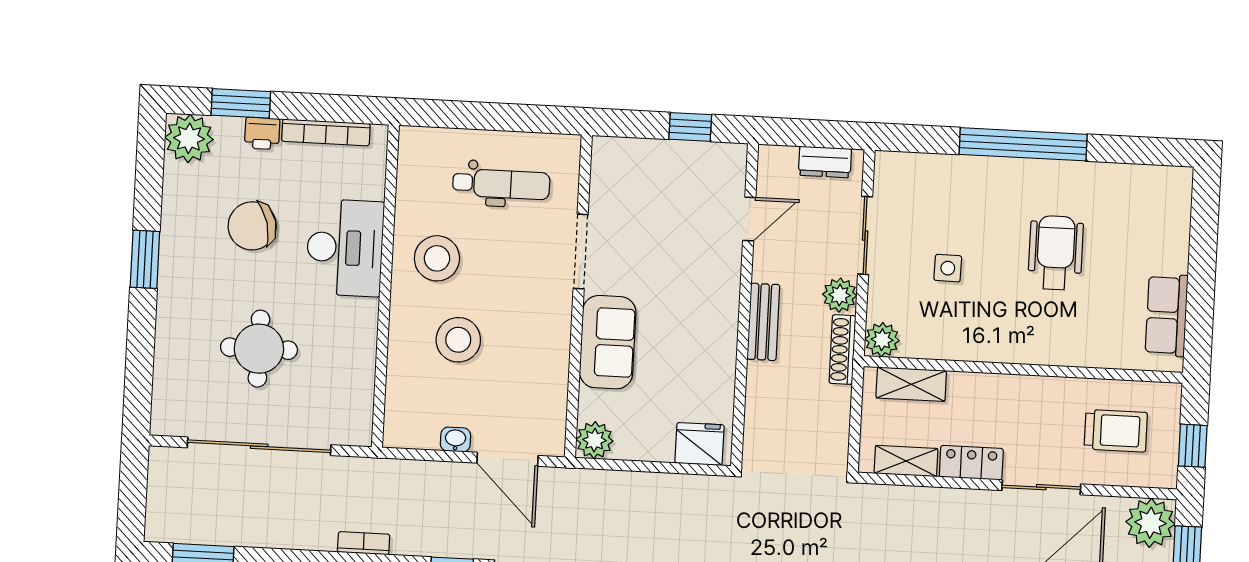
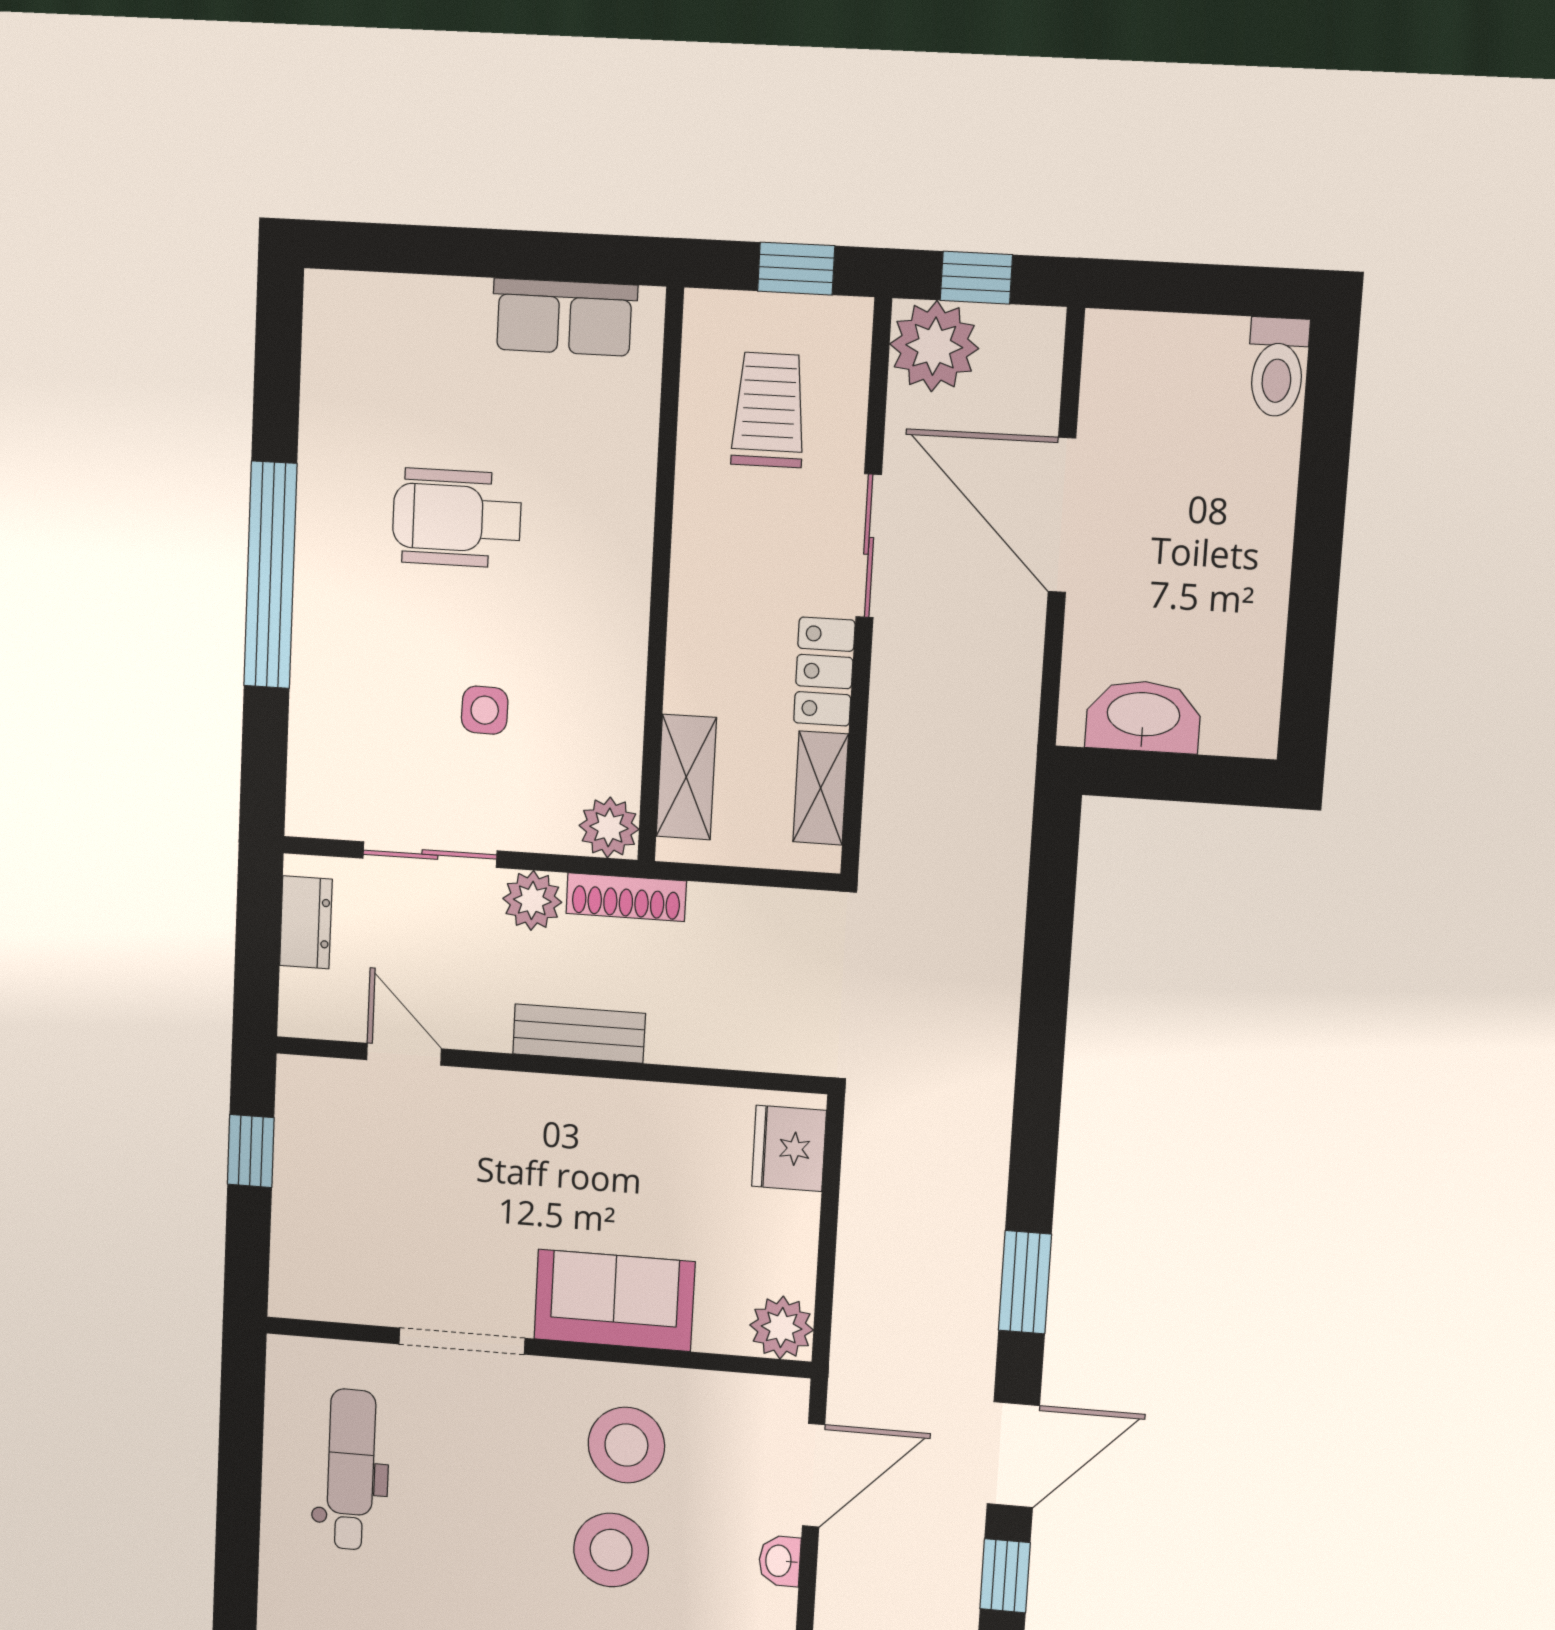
stool: (437, 258) -> (626, 1445), moved

